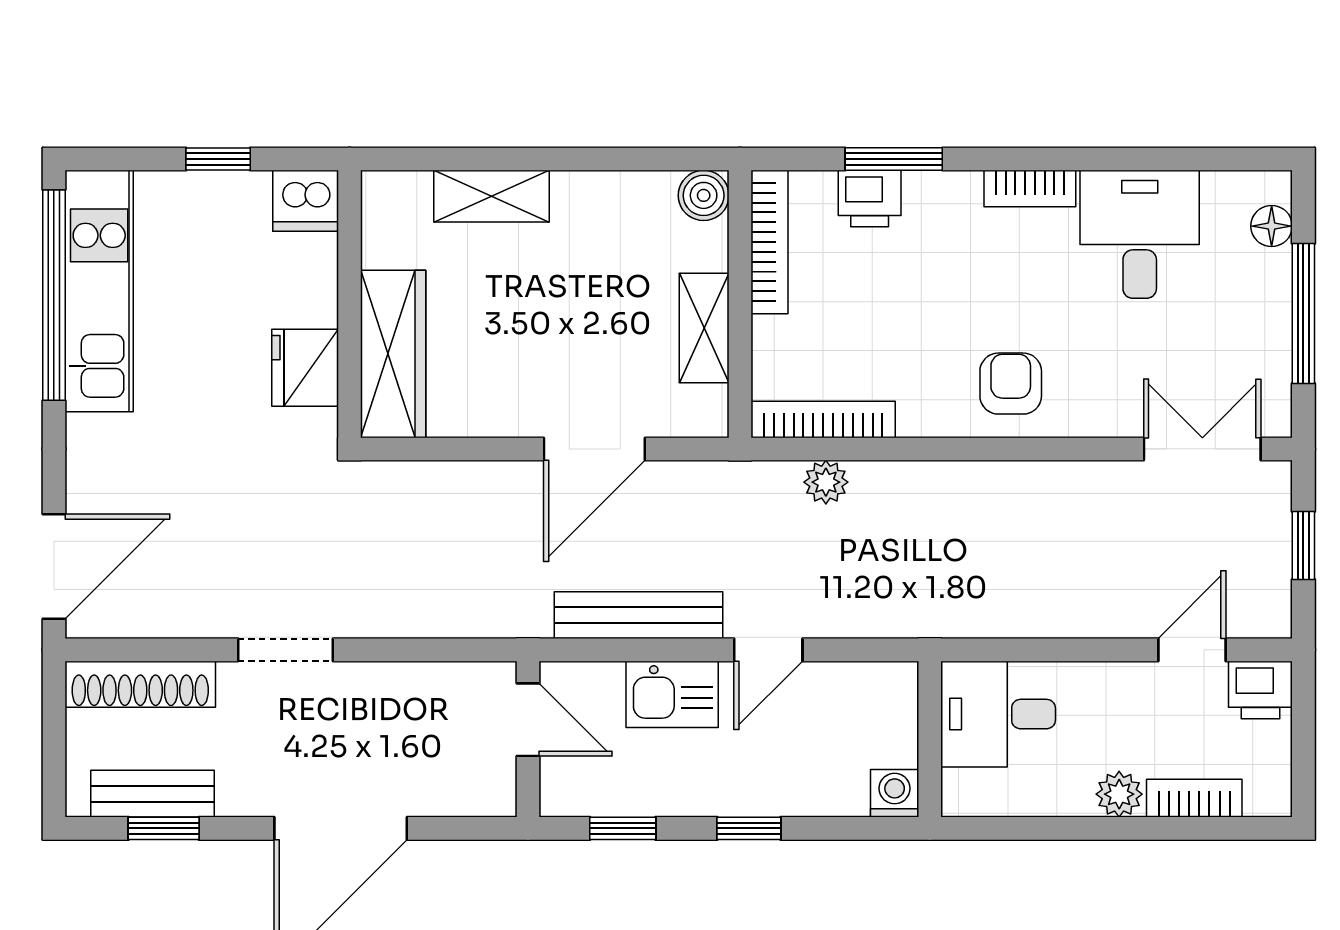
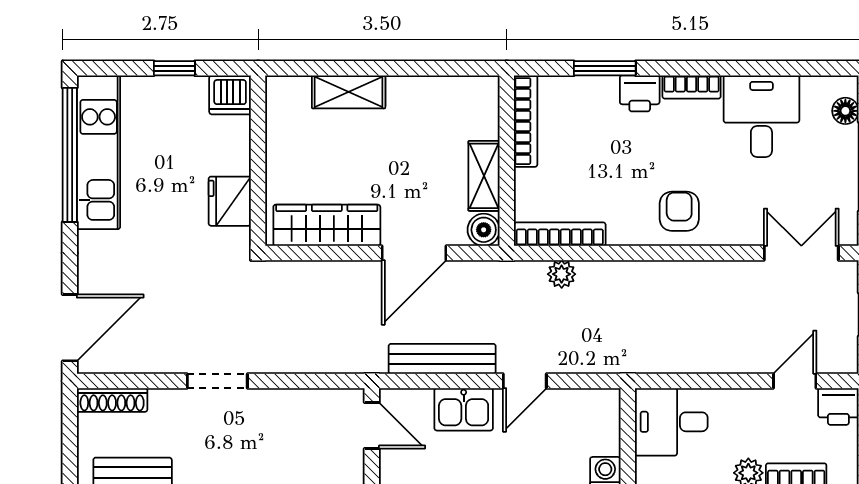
boiler: (704, 195) -> (484, 230), moved
printer: (870, 199) -> (640, 93), moved
wardrobe: (393, 354) -> (327, 225), moved, turned -90
shoe rack: (140, 684) -> (112, 400), width x0.74, depth x0.81

